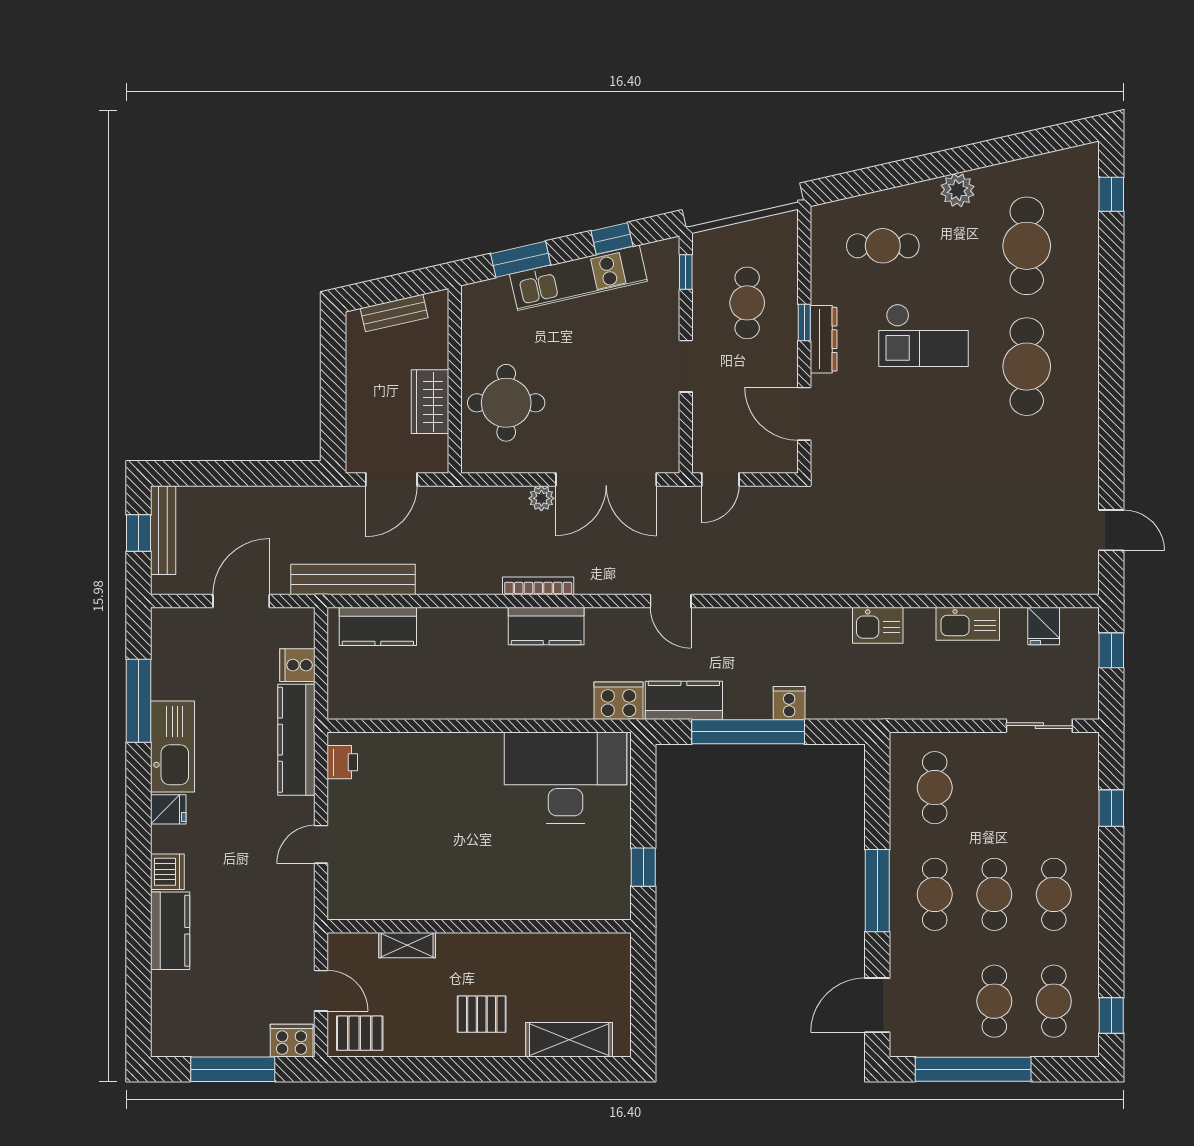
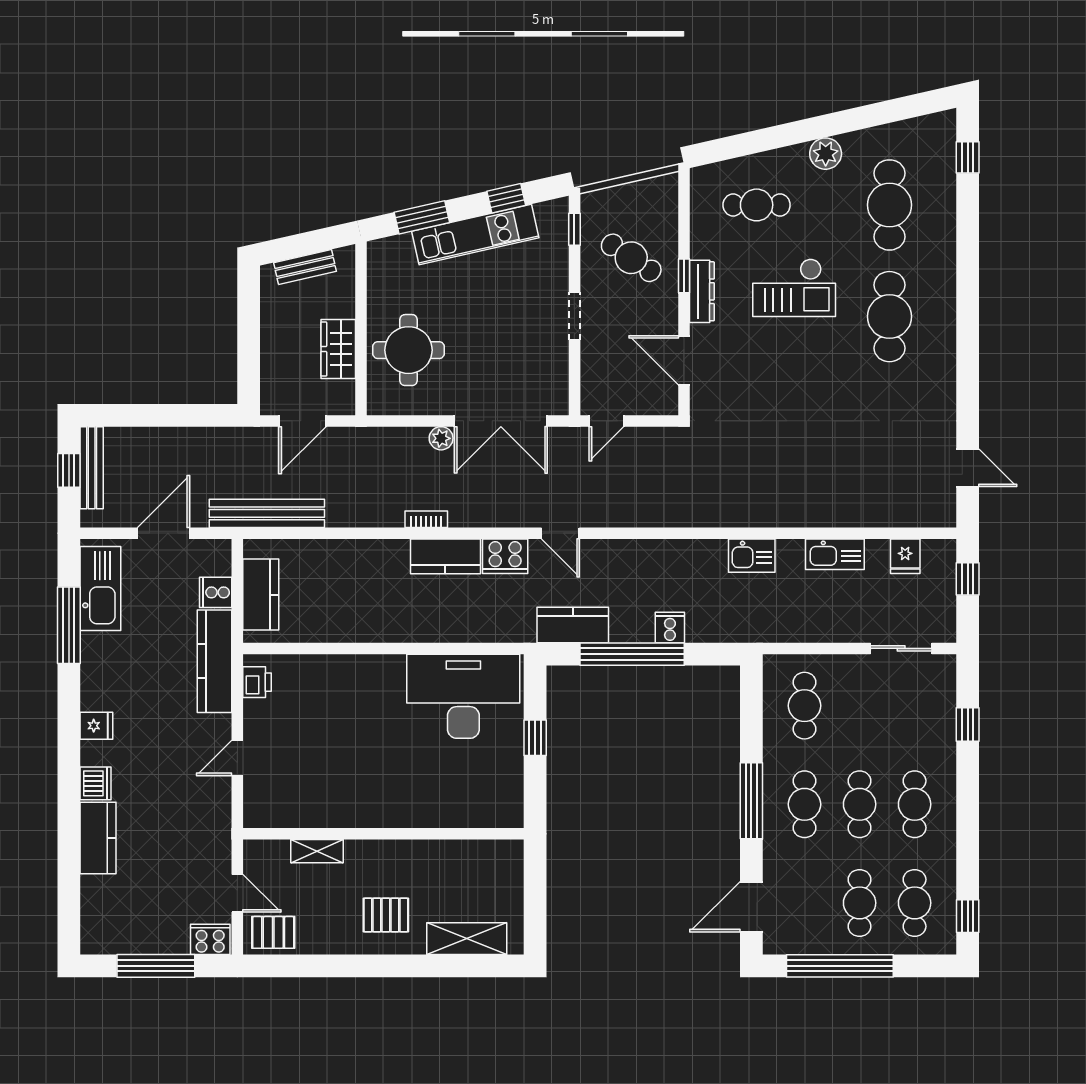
cafe table: (747, 303) -> (631, 258), turned -56
bookcase: (538, 586) -> (426, 519), width x0.64
kitchen counter: (378, 626) -> (261, 595), moved, turned -90
cooker: (619, 701) -> (505, 556), moved, turned 180
kitchen sink: (173, 747) -> (100, 588), moved
window: (643, 867) -> (535, 738), moved

